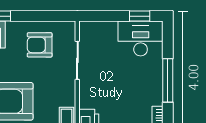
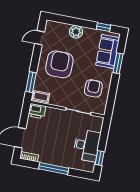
desk: (141, 39) -> (87, 145), moved

